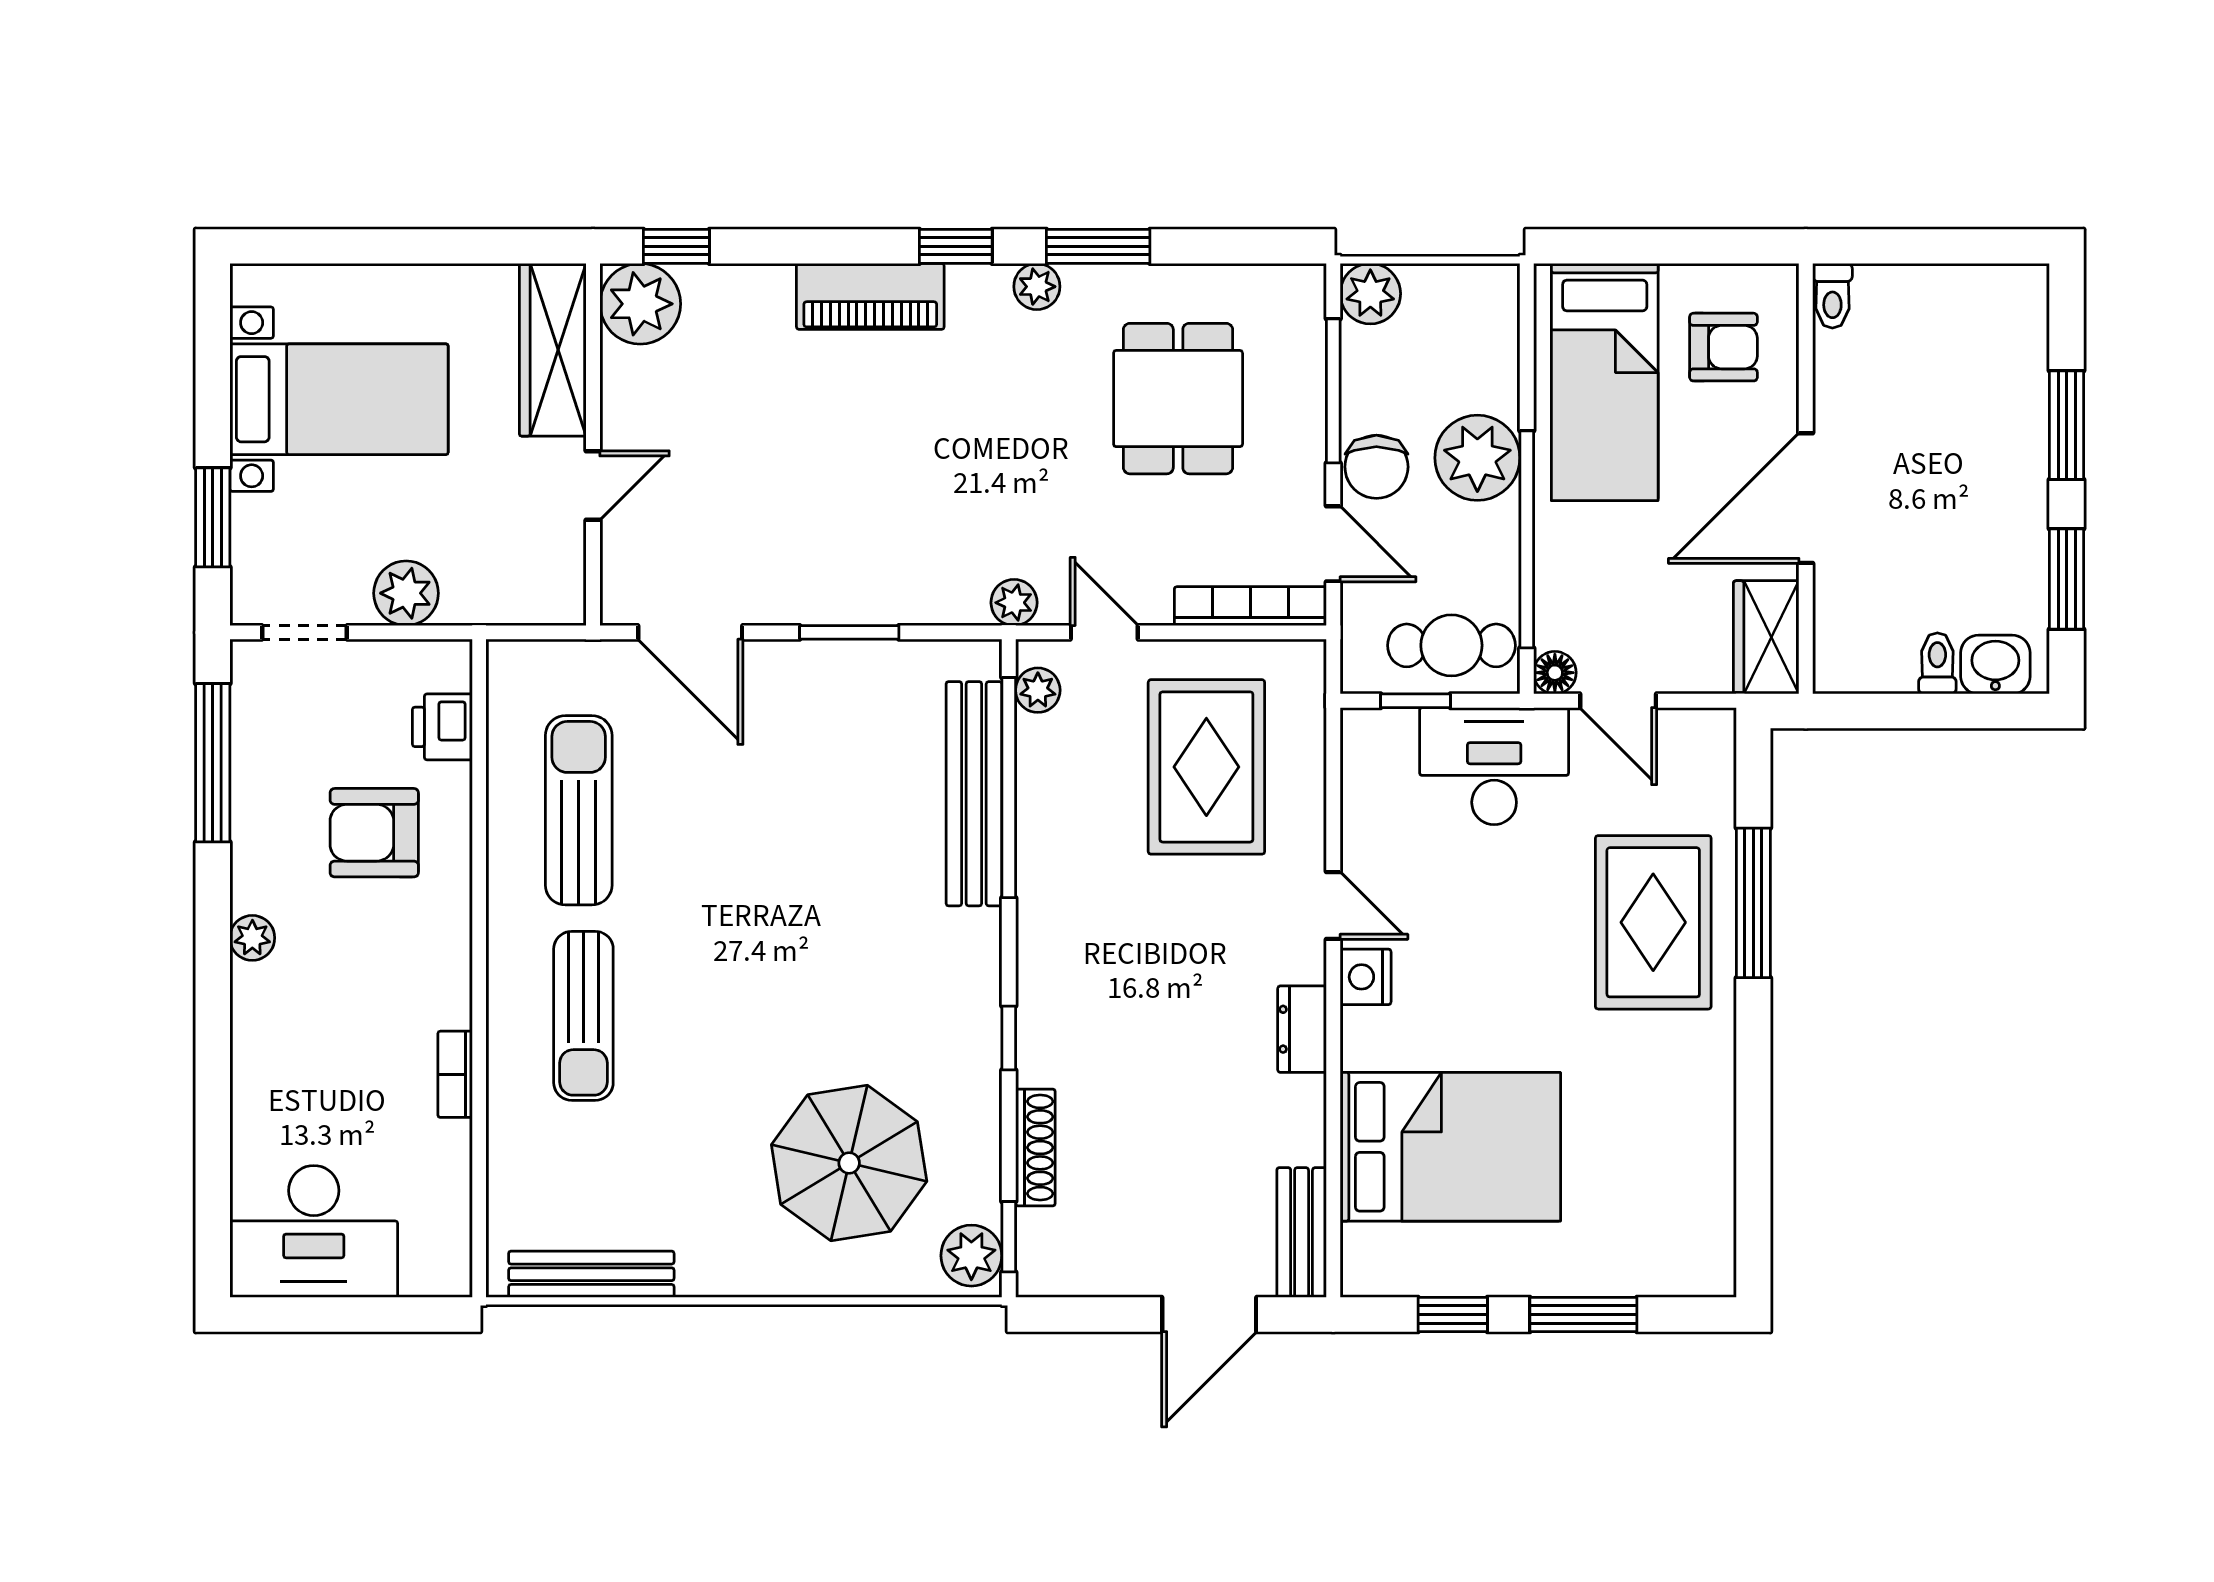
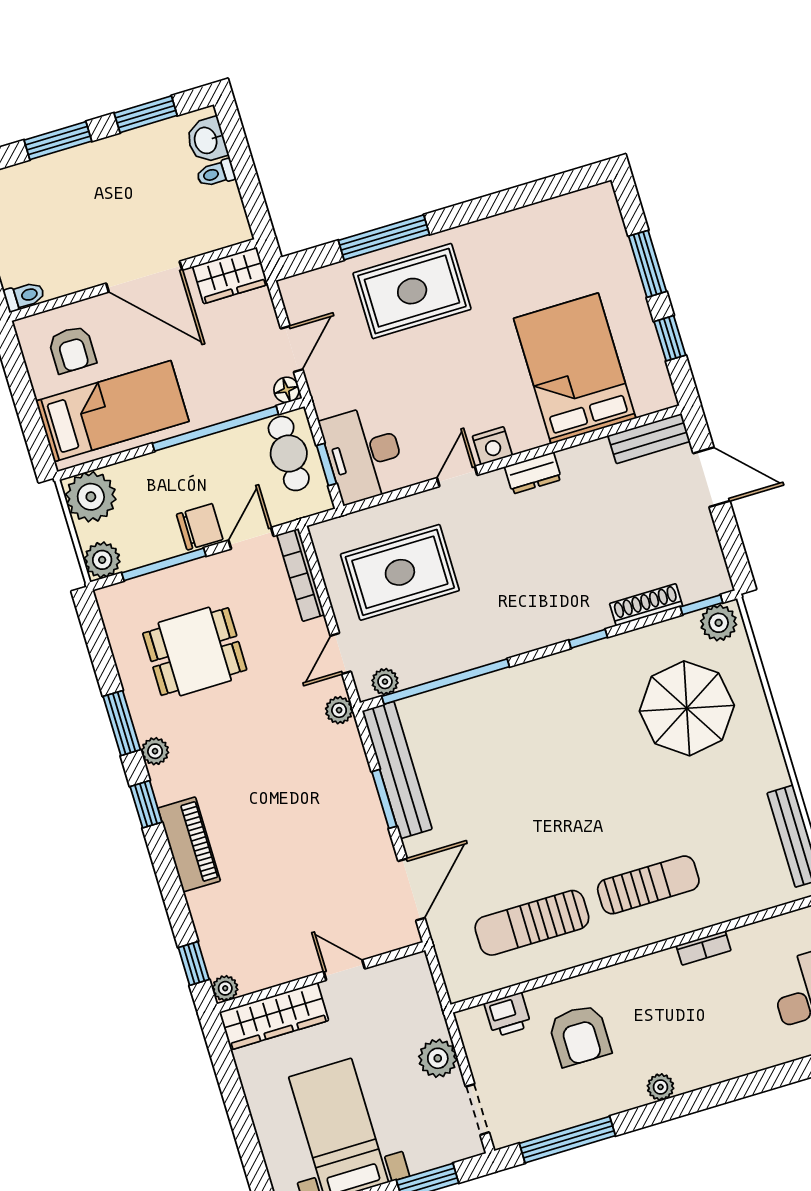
plant: (640, 304) -> (225, 988), width x0.53, depth x0.53
armchair: (1723, 347) -> (72, 349), turned 180
plant: (1477, 458) -> (91, 497), moved
desk: (1494, 766) -> (364, 454), moved
bench: (974, 794) -> (397, 770), moved, turned 90

